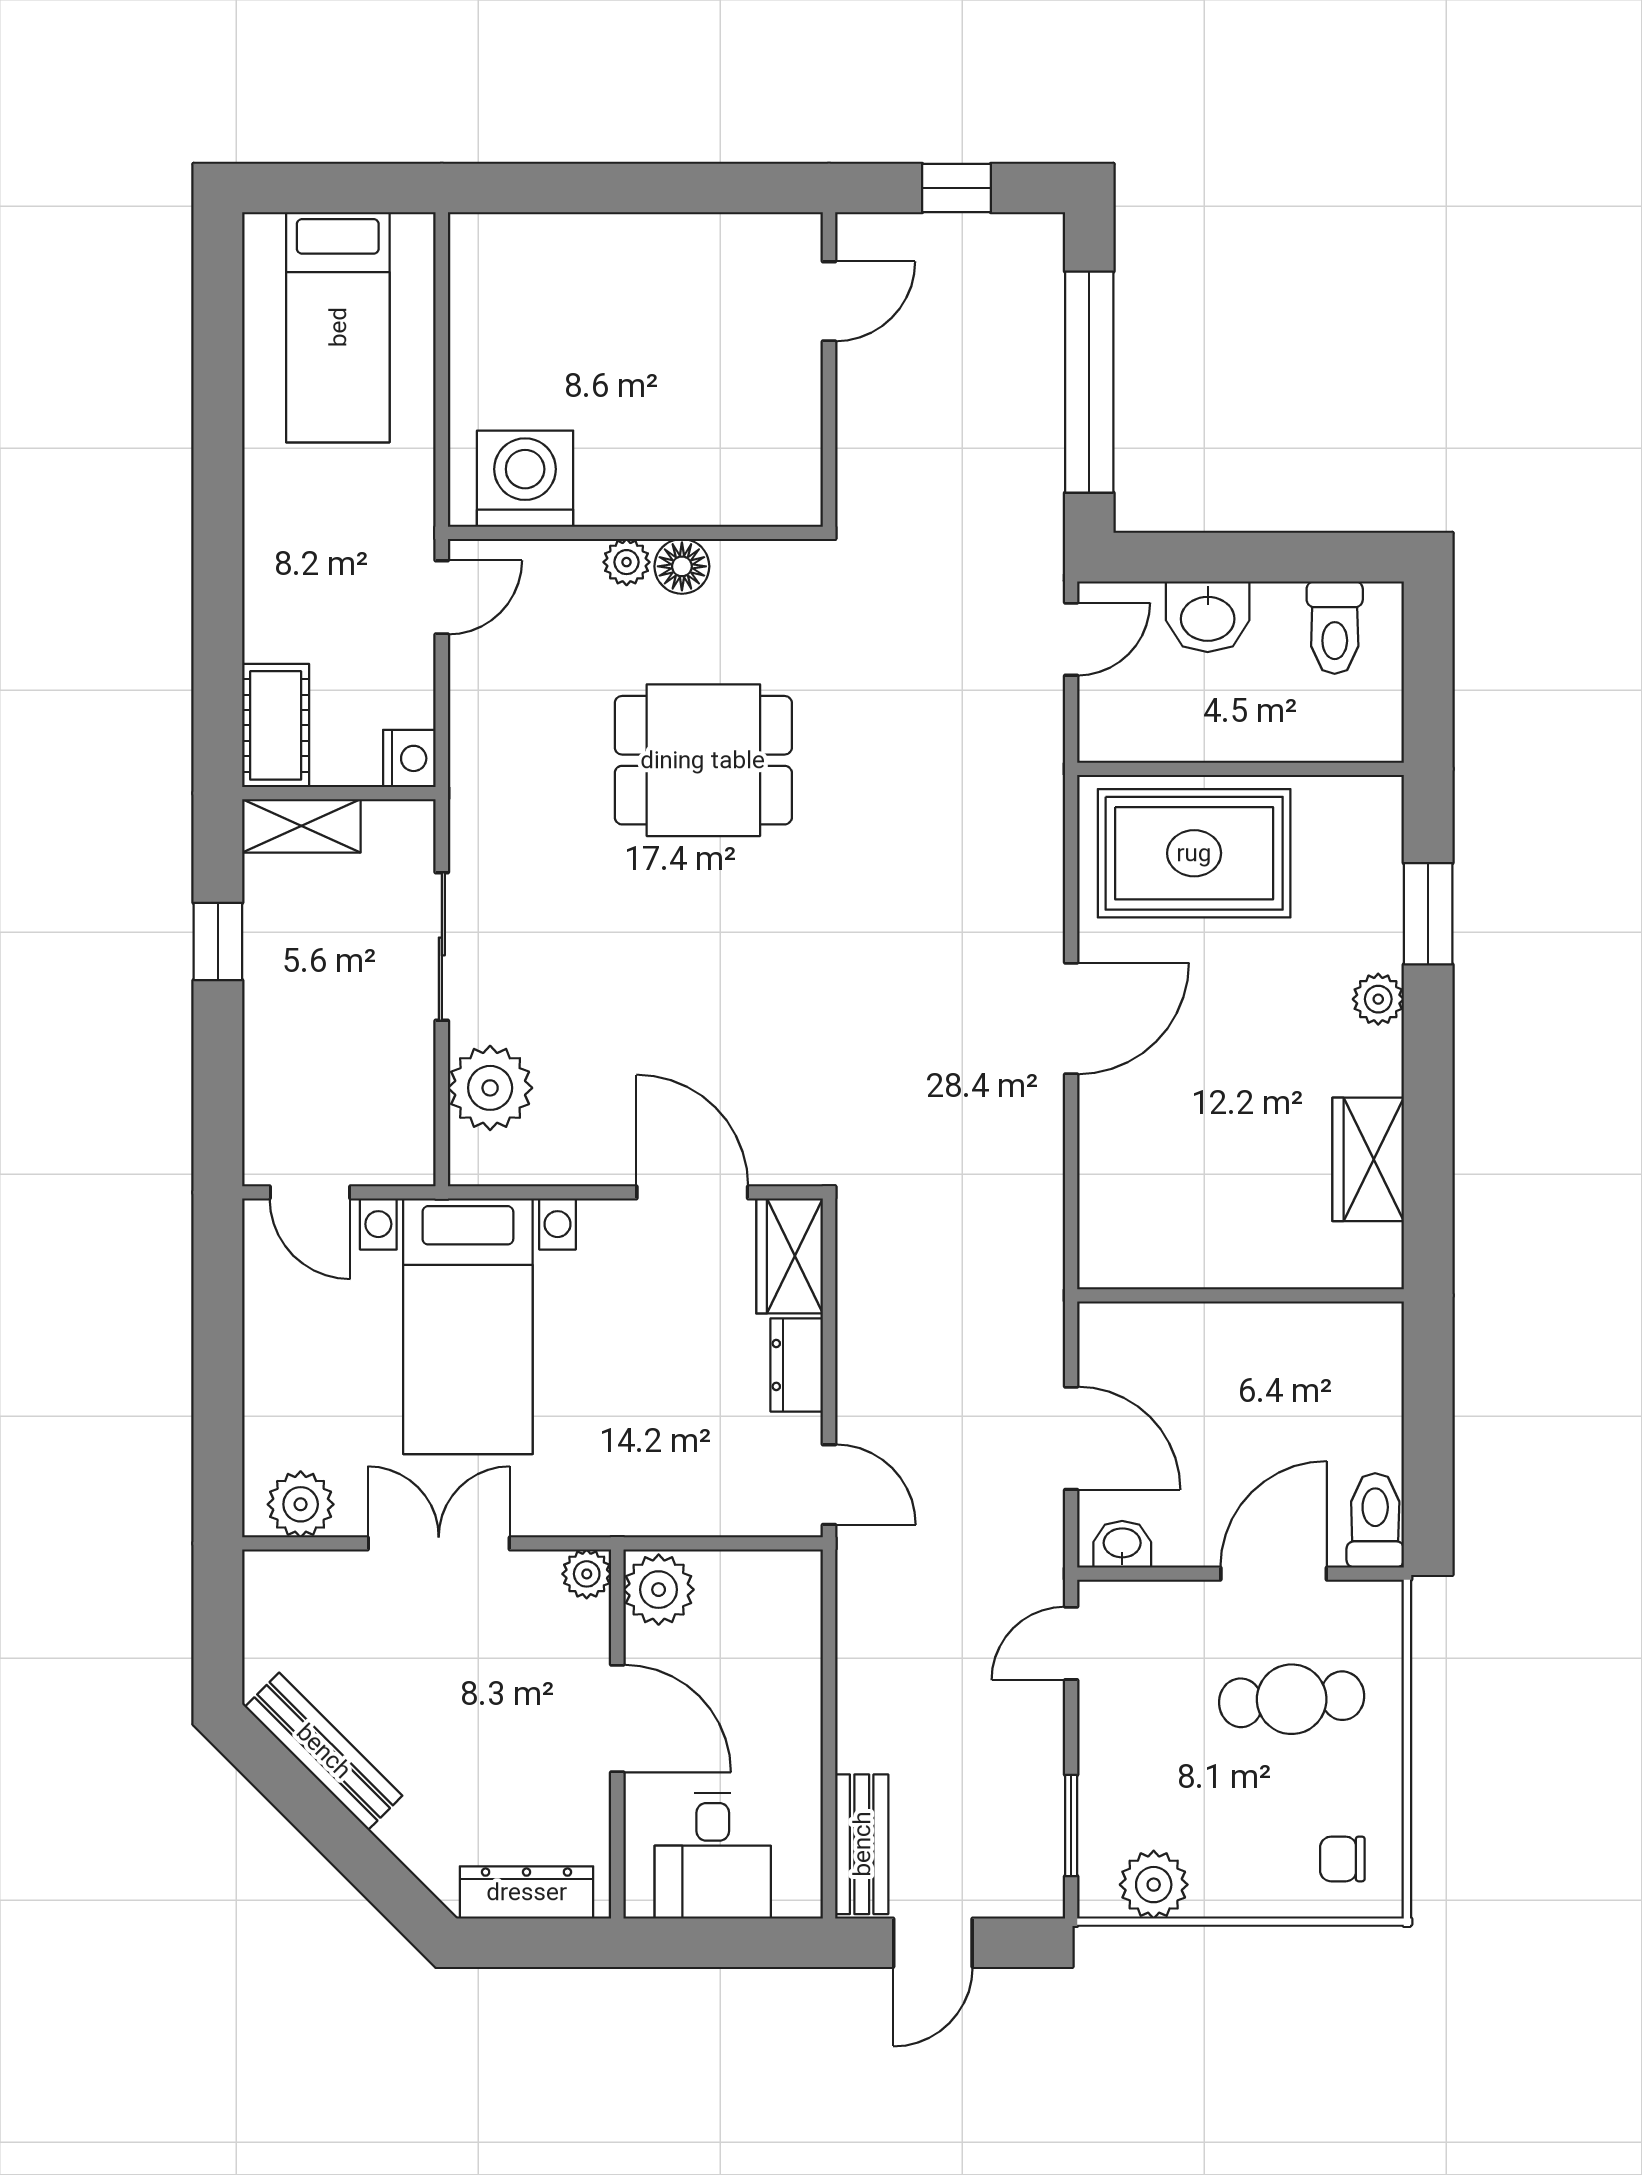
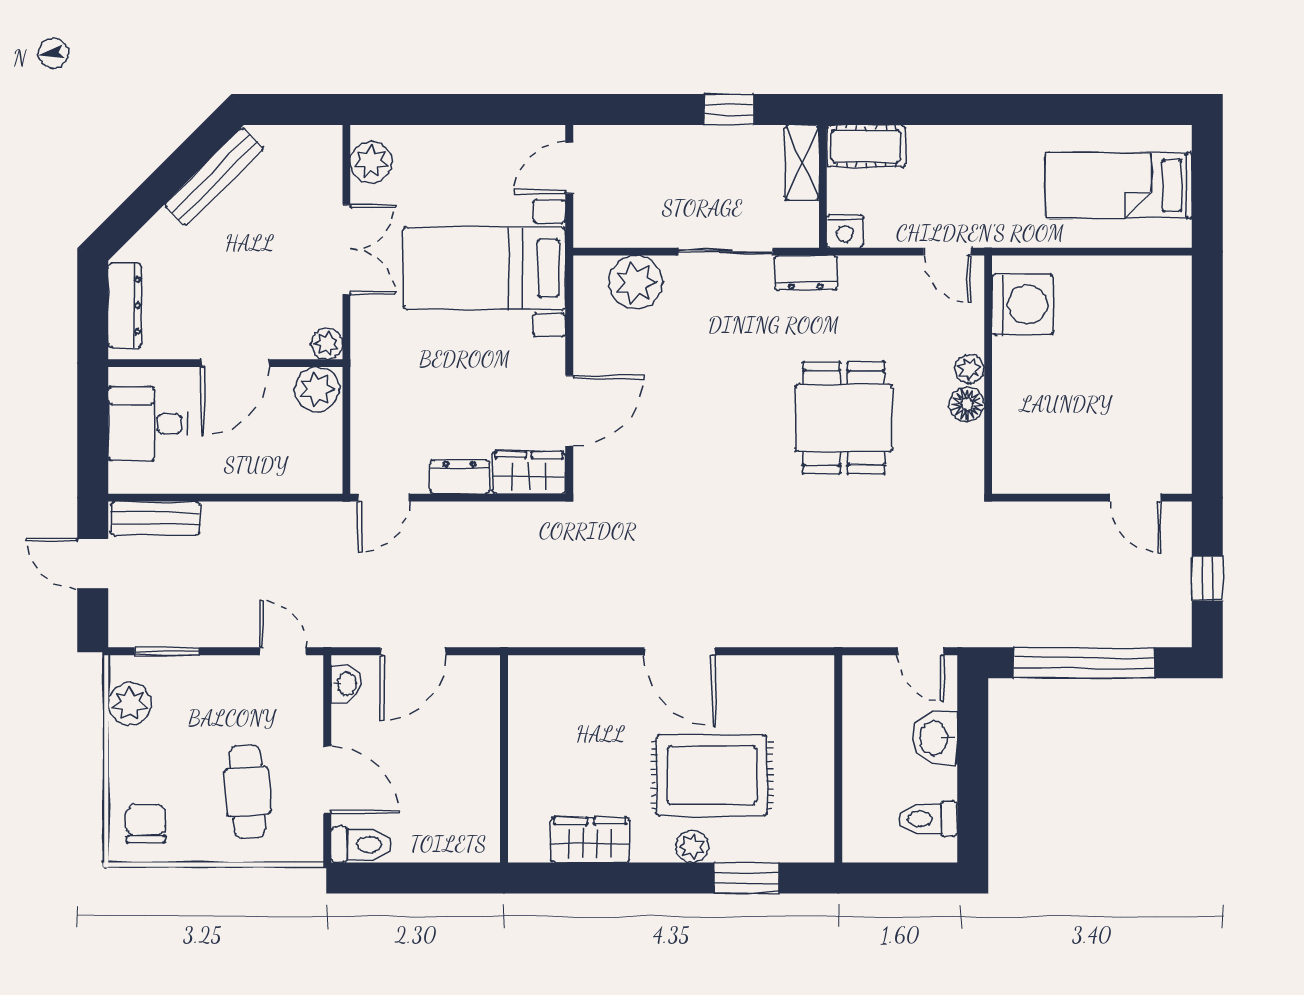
dresser: (475, 820) -> (806, 273), added
rug: (1194, 853) -> (712, 775), moved, turned 90
chair: (1342, 1859) -> (146, 824), width x1.37, depth x1.37

